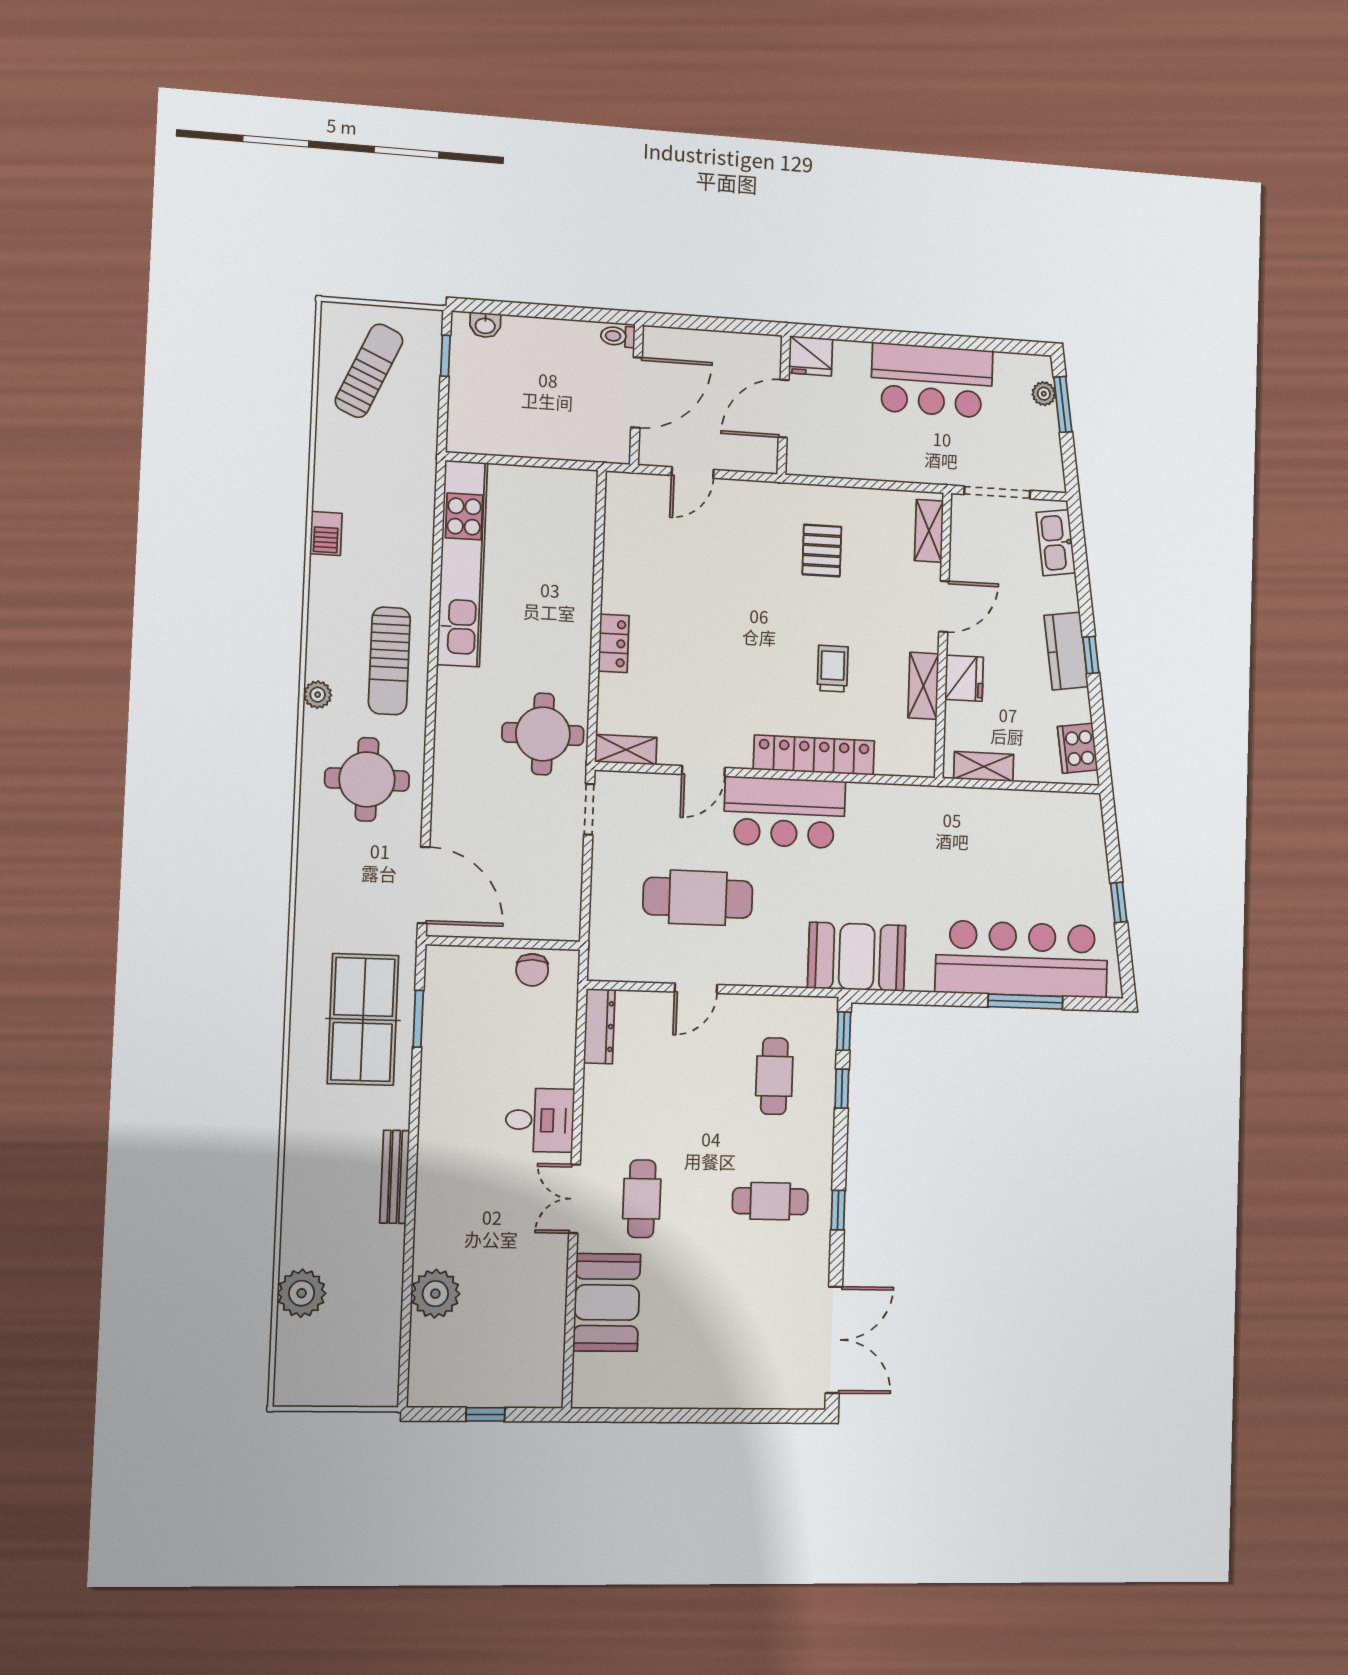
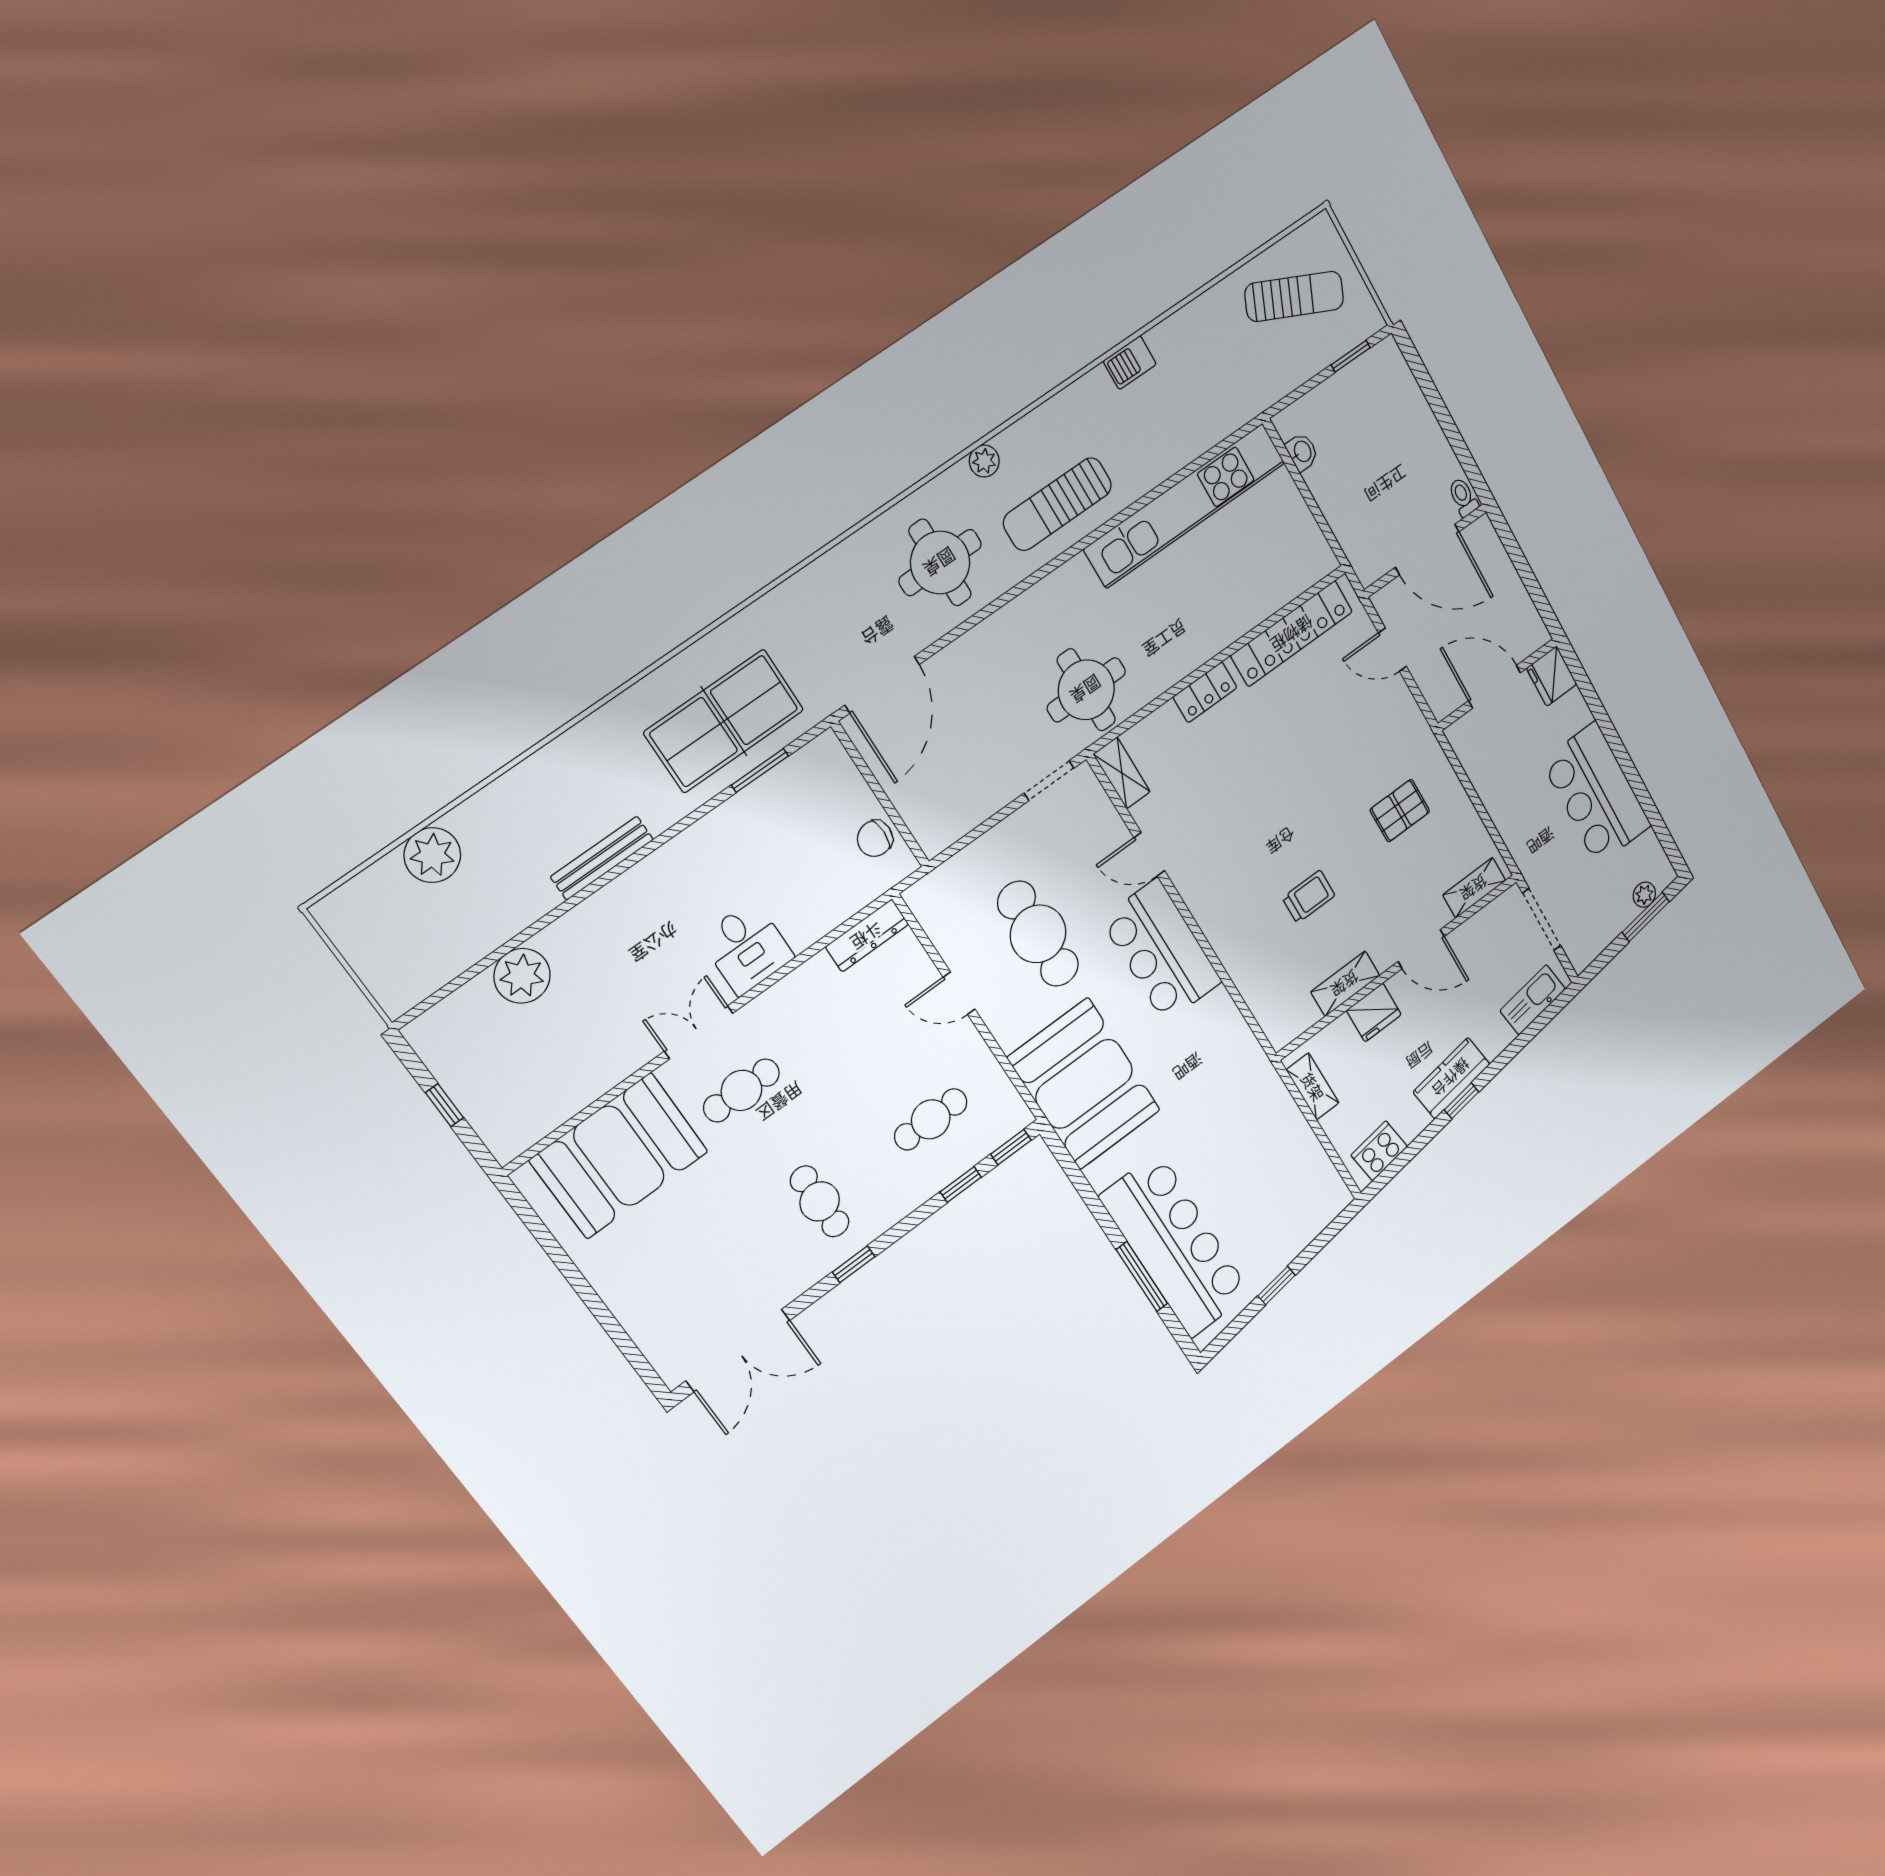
washbasin: (485, 325) -> (1302, 452), moved, turned 180
locker: (814, 755) -> (1292, 634), moved, turned 90
booth: (857, 957) -> (1084, 1084), width x1.36, depth x1.42
booth: (607, 1302) -> (619, 1156), width x1.36, depth x1.42

